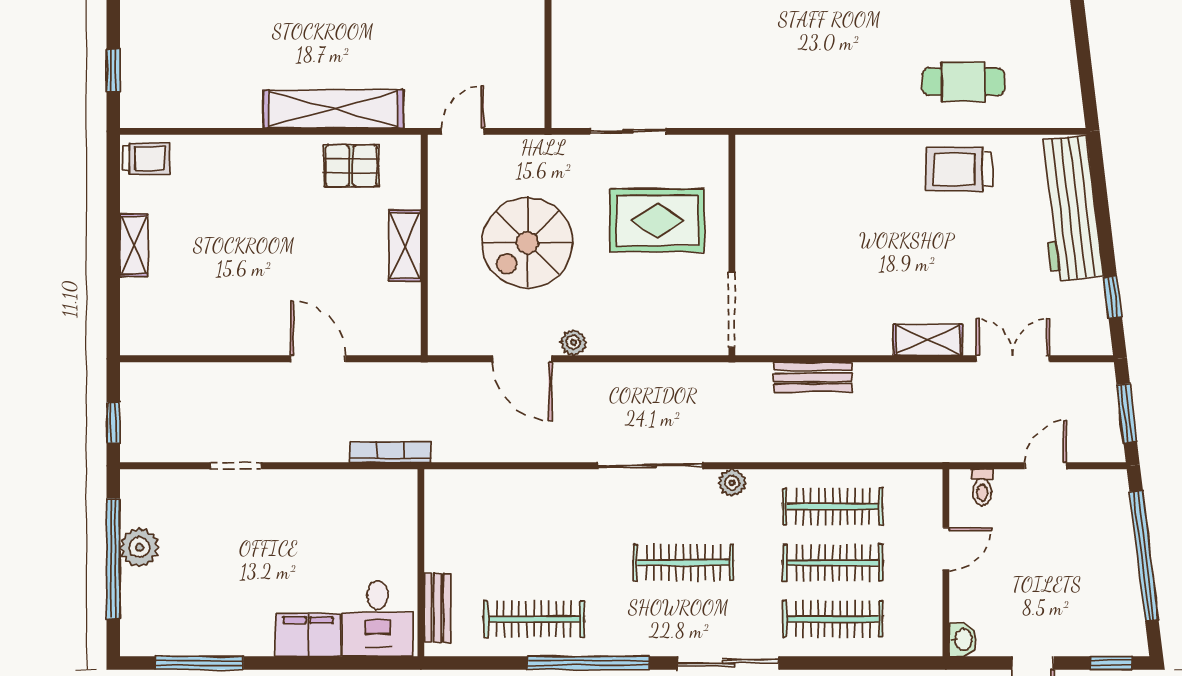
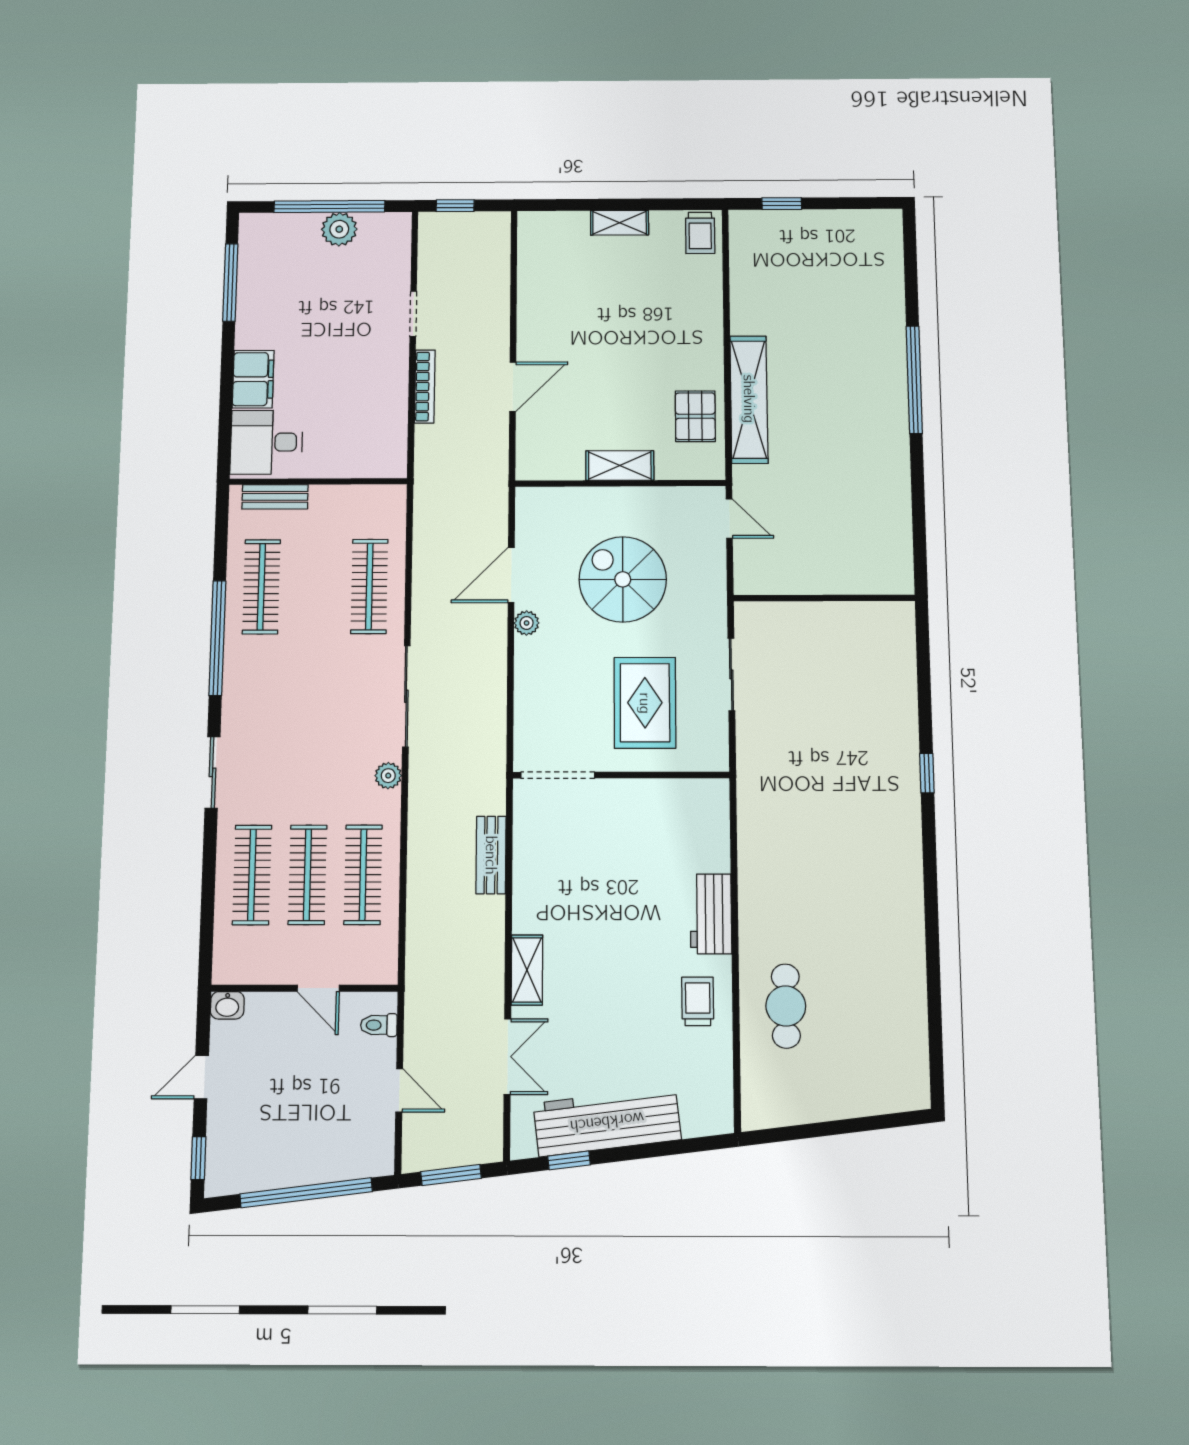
workbench: (872, 155) -> (711, 914), added
trolley: (959, 169) -> (698, 1001), width x0.73, depth x0.72
workbench: (1069, 209) -> (607, 1122), moved
bookcase: (390, 452) -> (425, 386), moved
clothes rail: (683, 563) -> (369, 586), moved
sliding door: (728, 663) -> (212, 772), width x0.73

